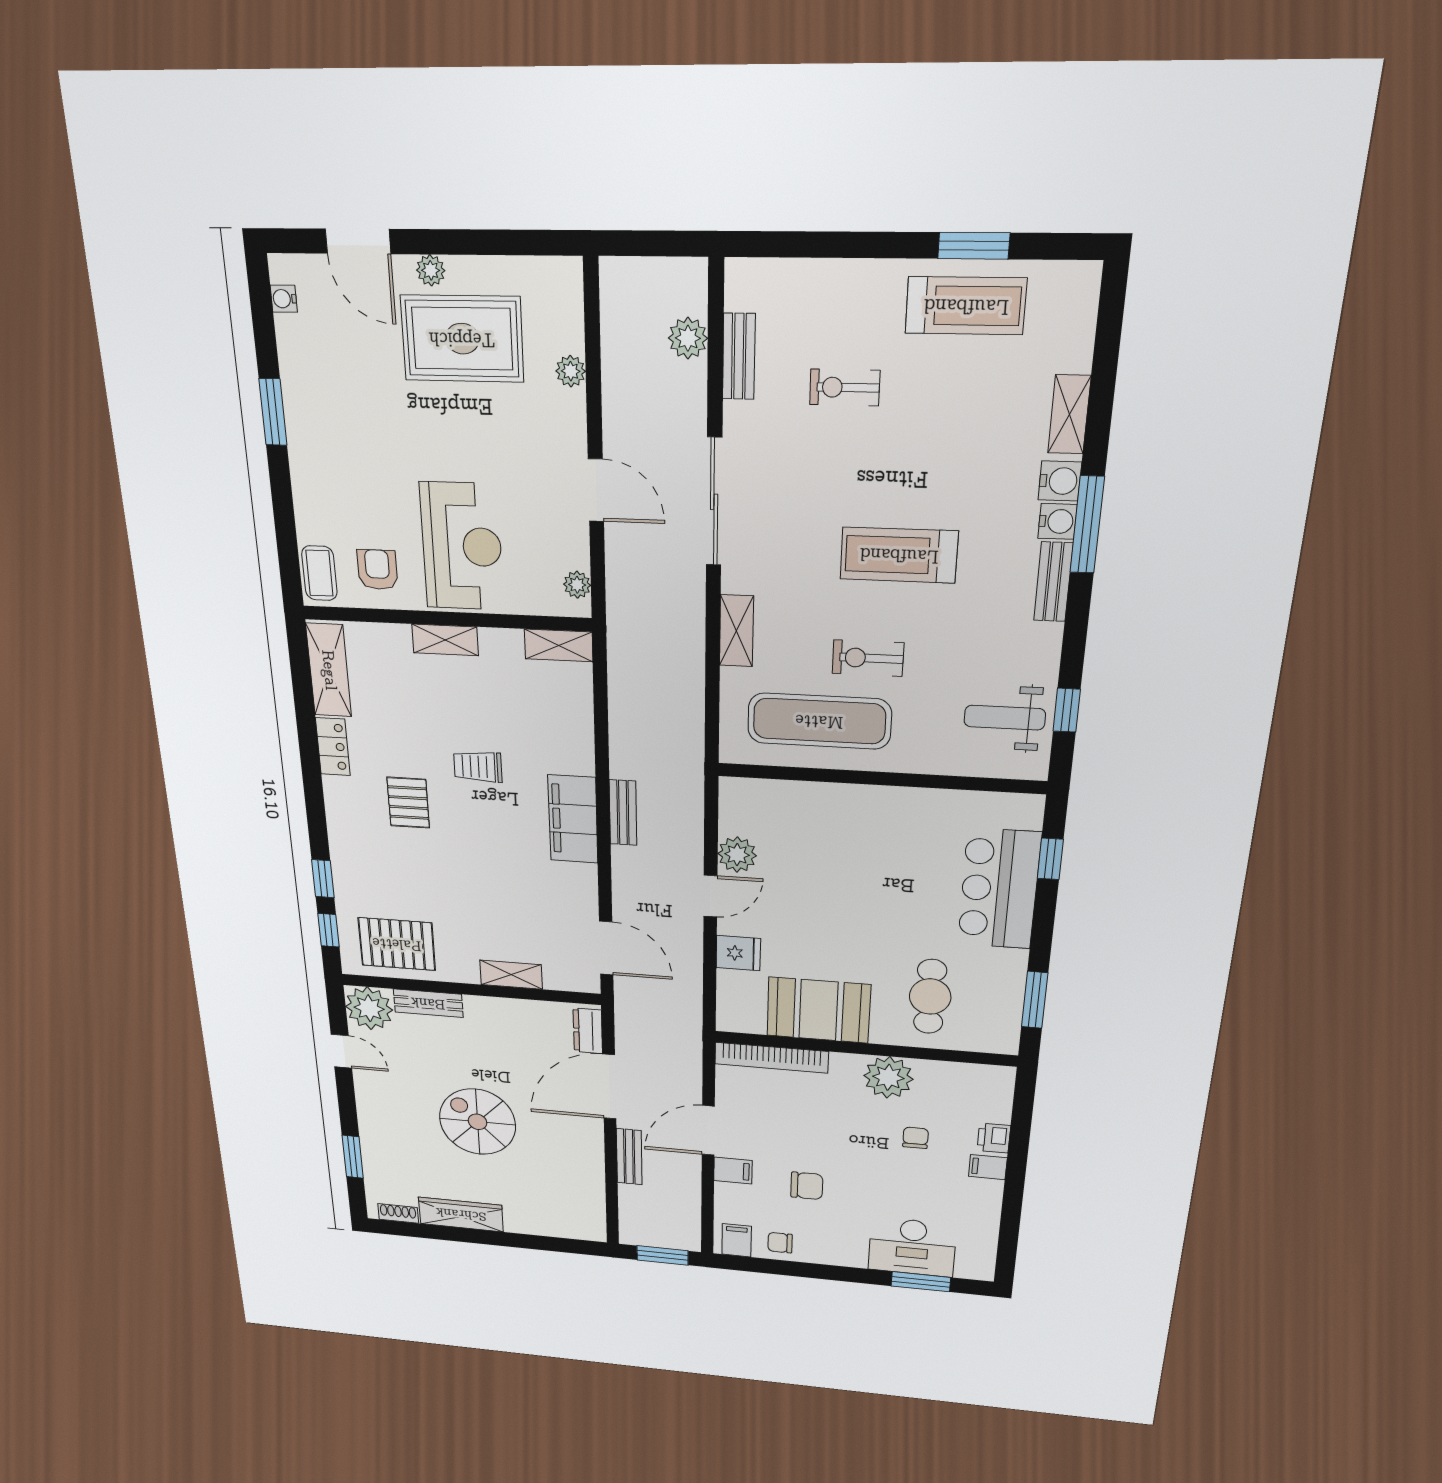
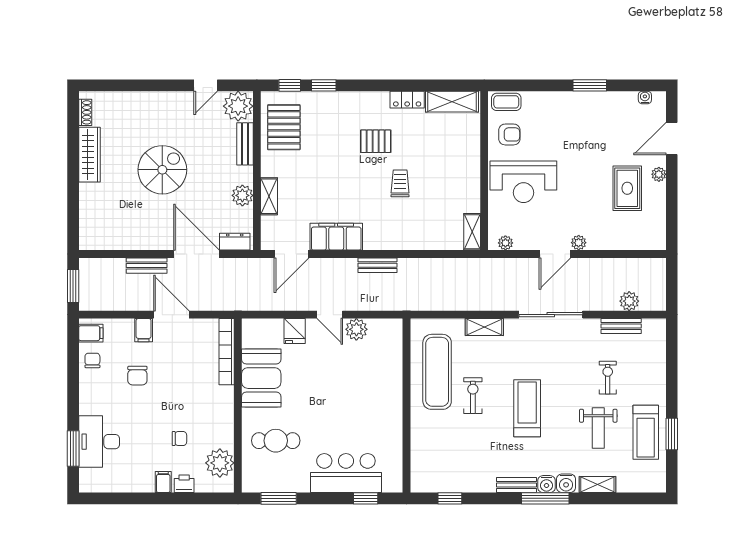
rug: (462, 339) -> (627, 188), width x0.73, depth x0.70
plant: (571, 371) -> (579, 243), moved
shelving: (445, 640) -> (472, 169), removed
weight bench: (1005, 718) -> (598, 428), moved, turned 180
filing cabinet: (573, 819) -> (336, 237), moved
plant: (512, 1014) -> (242, 195), added
plant: (888, 1077) -> (220, 463), moved
window: (353, 1157) -> (127, 85), removed

